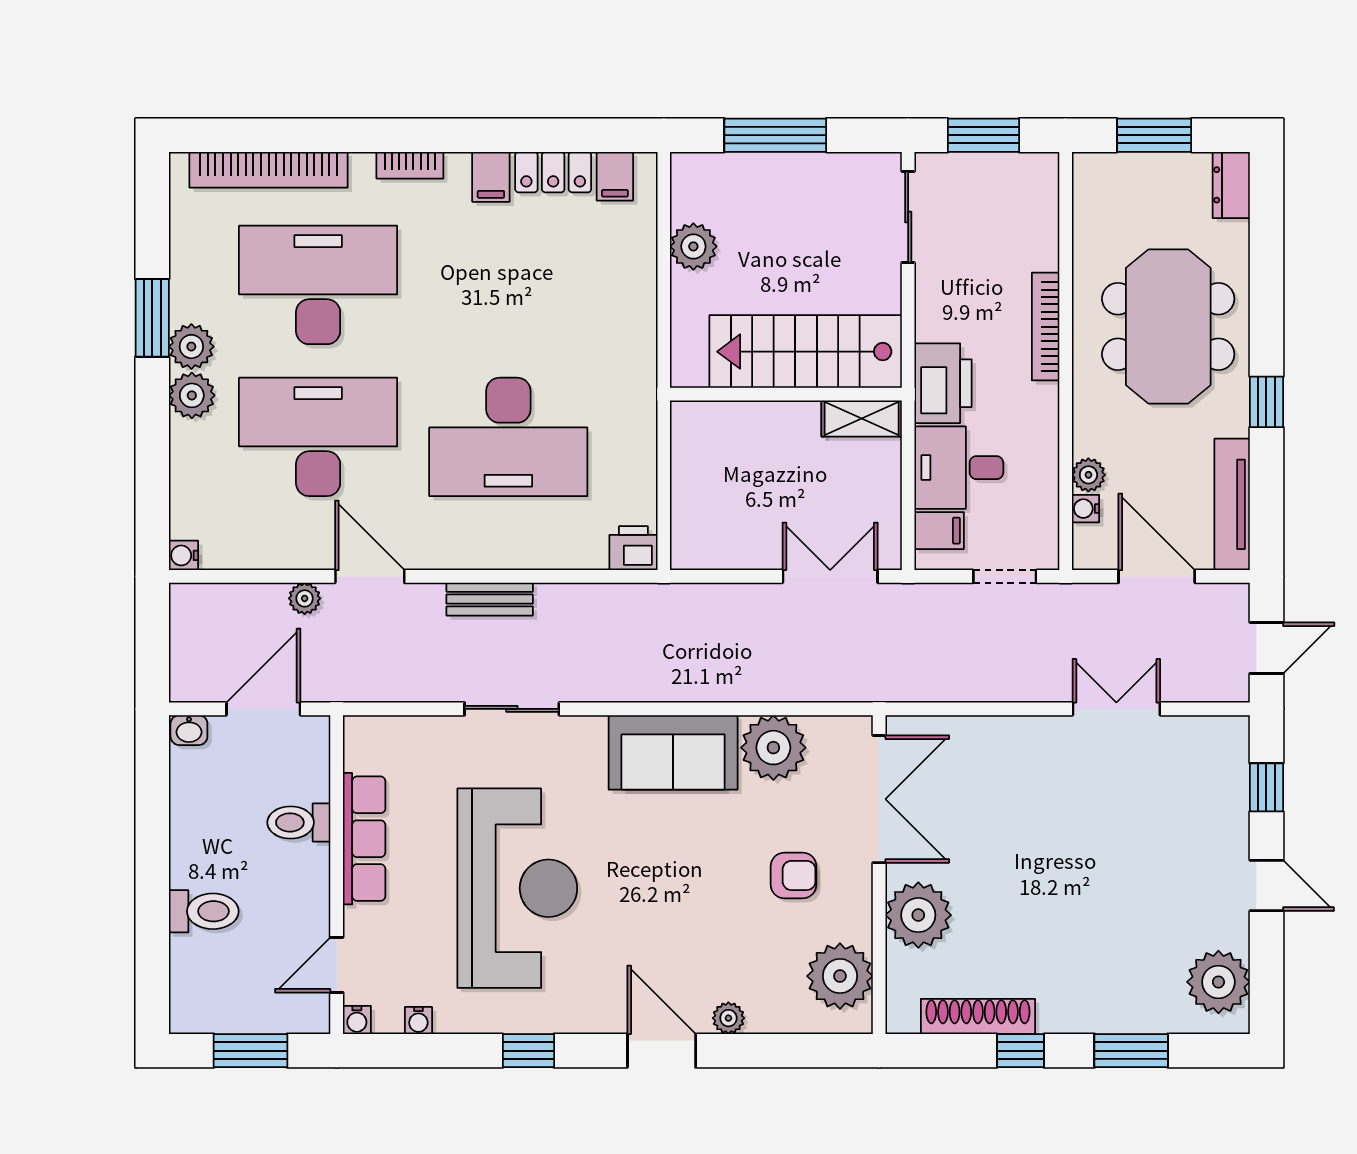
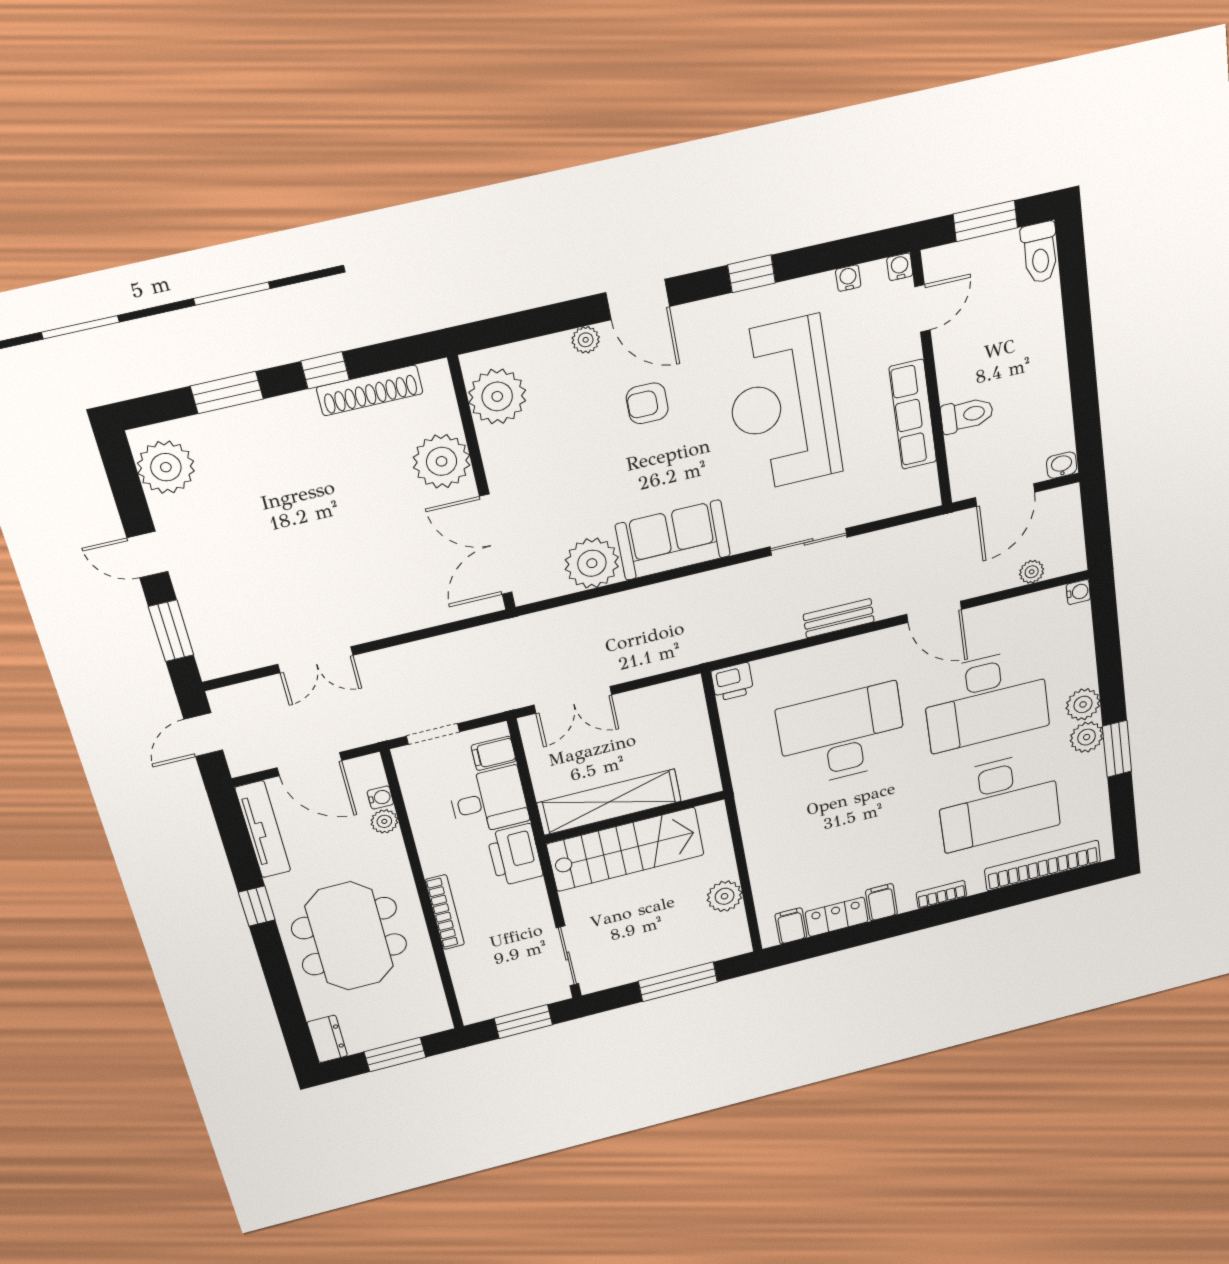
shelving: (862, 418) -> (609, 802), width x2.20, depth x1.33
plant: (305, 598) -> (1032, 572), moved
window: (1266, 787) -> (171, 631), width x1.50
armchair: (794, 875) -> (647, 403), moved
toilet: (204, 911) -> (1040, 253), moved, turned -90

